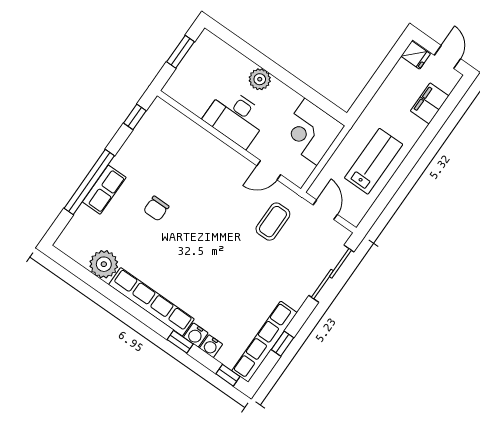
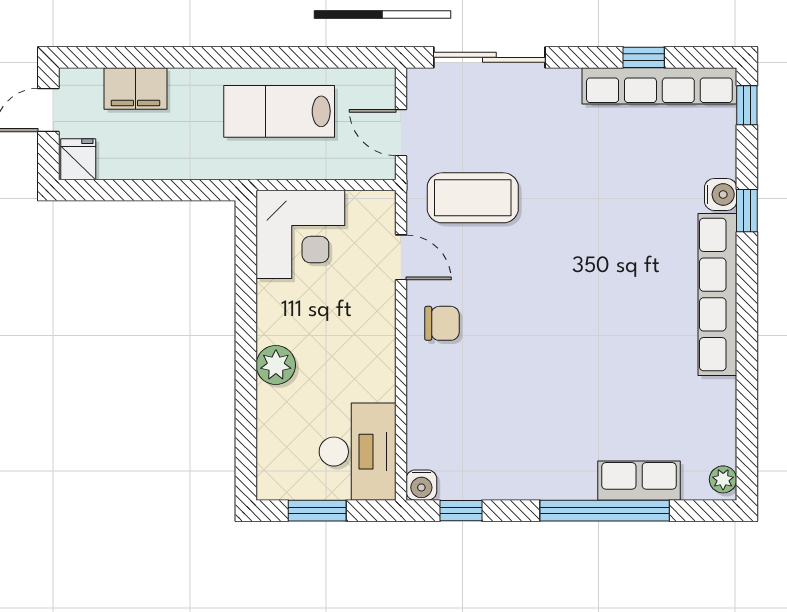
desk: (236, 118) -> (358, 452), moved
row of seats: (104, 190) -> (639, 481), moved
chair: (156, 209) -> (442, 323), moved
door: (325, 210) -> (401, 133), hinge flipped
coffee table: (273, 222) -> (473, 198), width x1.36, depth x1.32
plant: (104, 264) -> (723, 479), moved, width x0.53, depth x0.53
water cooler: (211, 346) -> (421, 485), moved, turned 90

